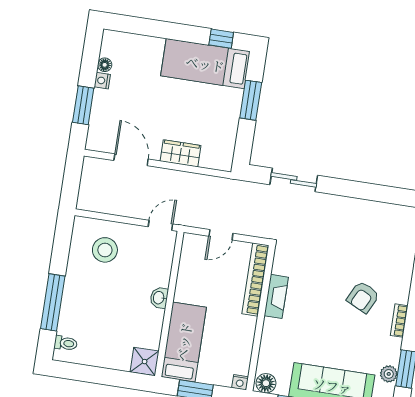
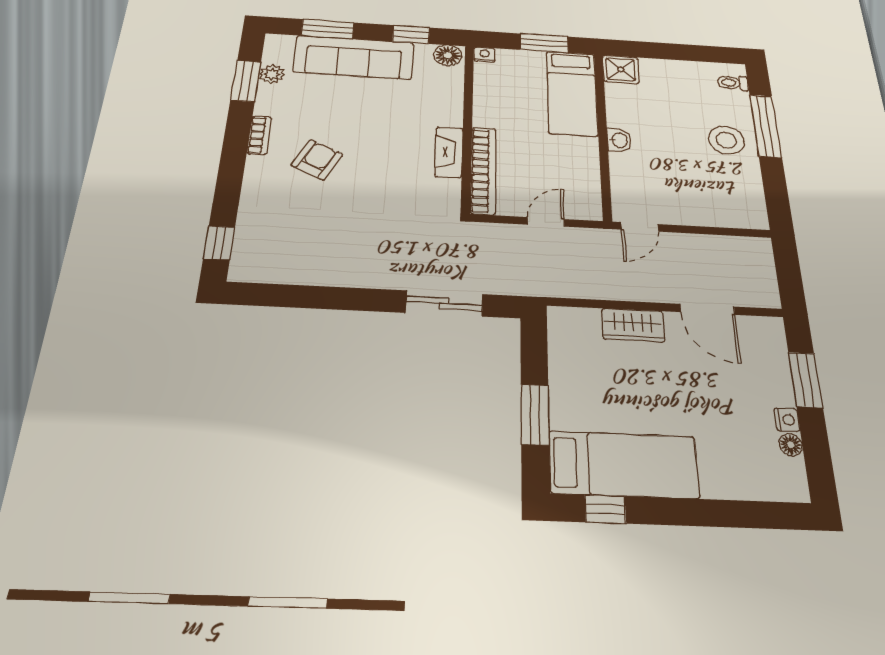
stool: (105, 250) -> (726, 140), moved

